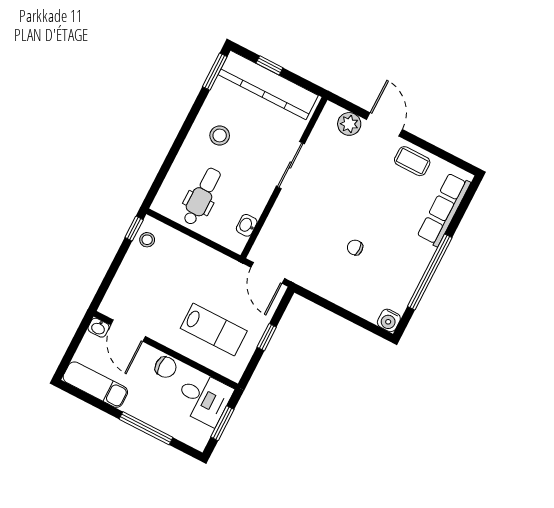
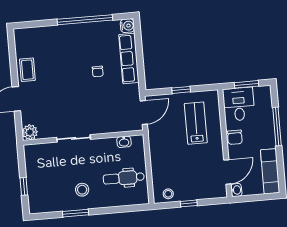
window: (215, 72) -> (76, 213), moved
kitchen counter: (268, 85) -> (36, 180), removed
plant: (349, 124) -> (30, 132), moved
row of seats: (444, 210) -> (129, 58), moved, turned 90
window: (134, 229) -> (189, 203), moved
chair: (166, 367) -> (235, 137), turned 180

